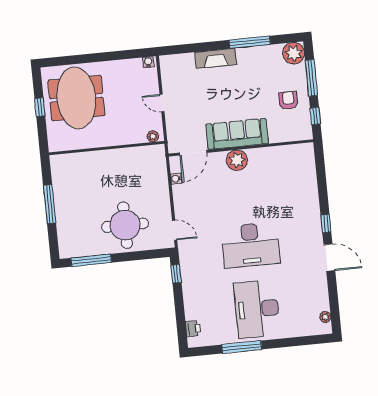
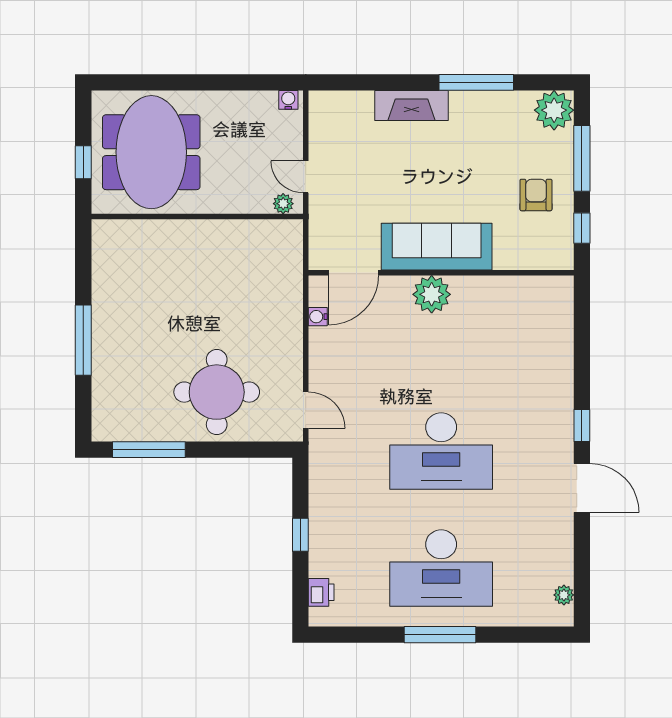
plant: (153, 136) -> (283, 204), moved
wall: (107, 148) -> (197, 216), moved
window: (176, 274) -> (300, 535), moved
desk: (257, 309) -> (441, 568), turned -90
window: (242, 347) -> (440, 635), moved

